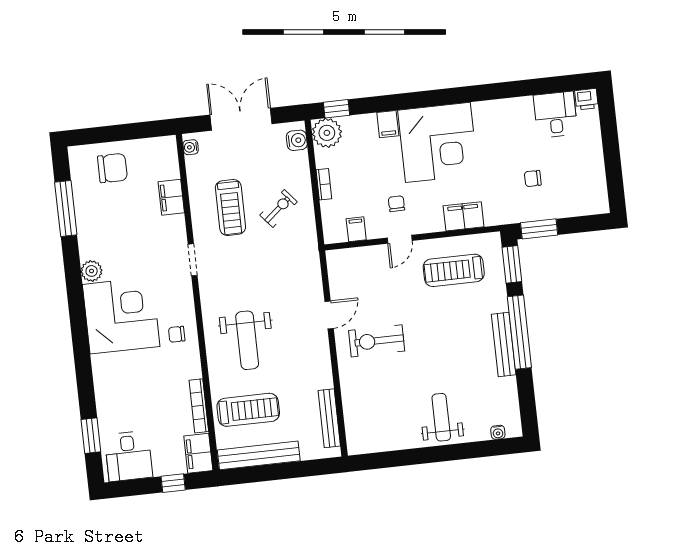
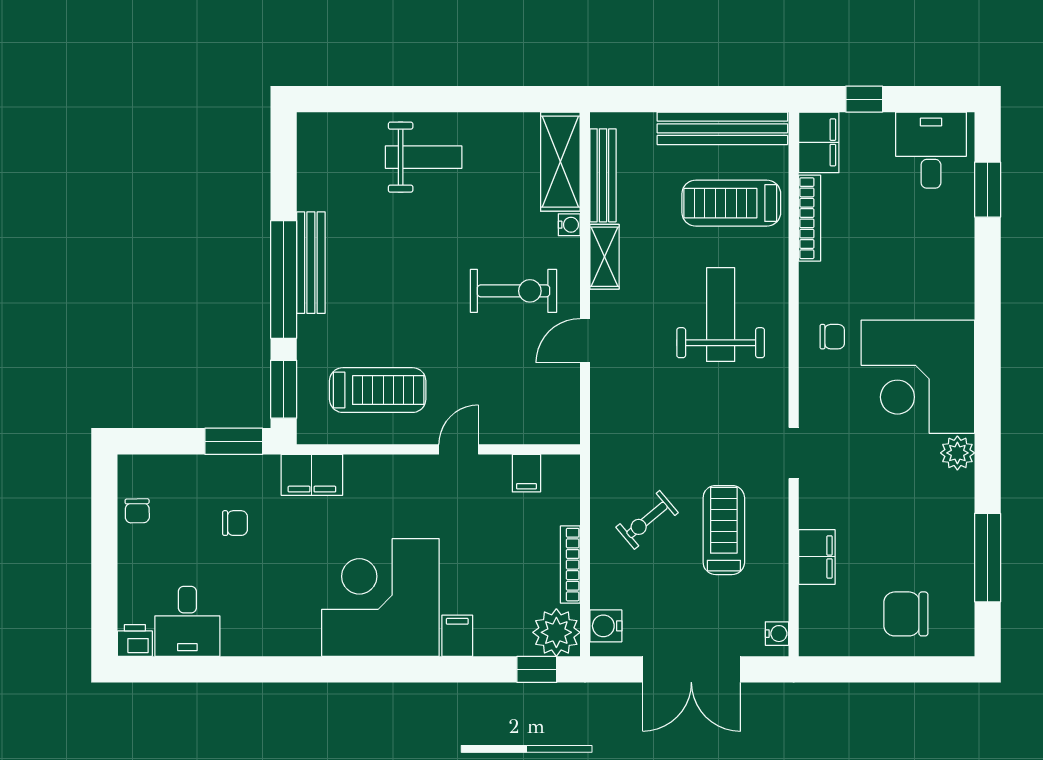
bookcase: (324, 184) -> (570, 565), width x1.56
chair: (396, 204) -> (137, 511), moved
filing cabinet: (464, 216) -> (312, 475), moved
shelving: (323, 368) -> (604, 257), added
weight bench: (441, 417) -> (424, 157), turned -90
shelving: (357, 424) -> (560, 162), added
water cooler: (498, 432) -> (569, 225), moved, turned 90

